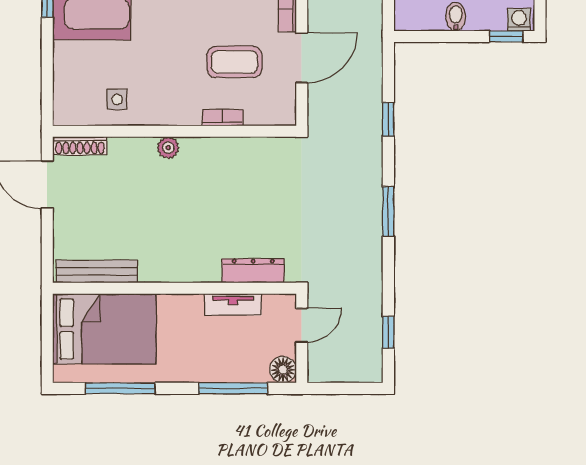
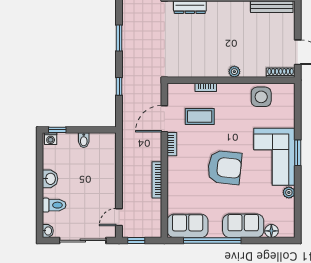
side table: (117, 99) -> (261, 97), width x1.87, depth x1.87

